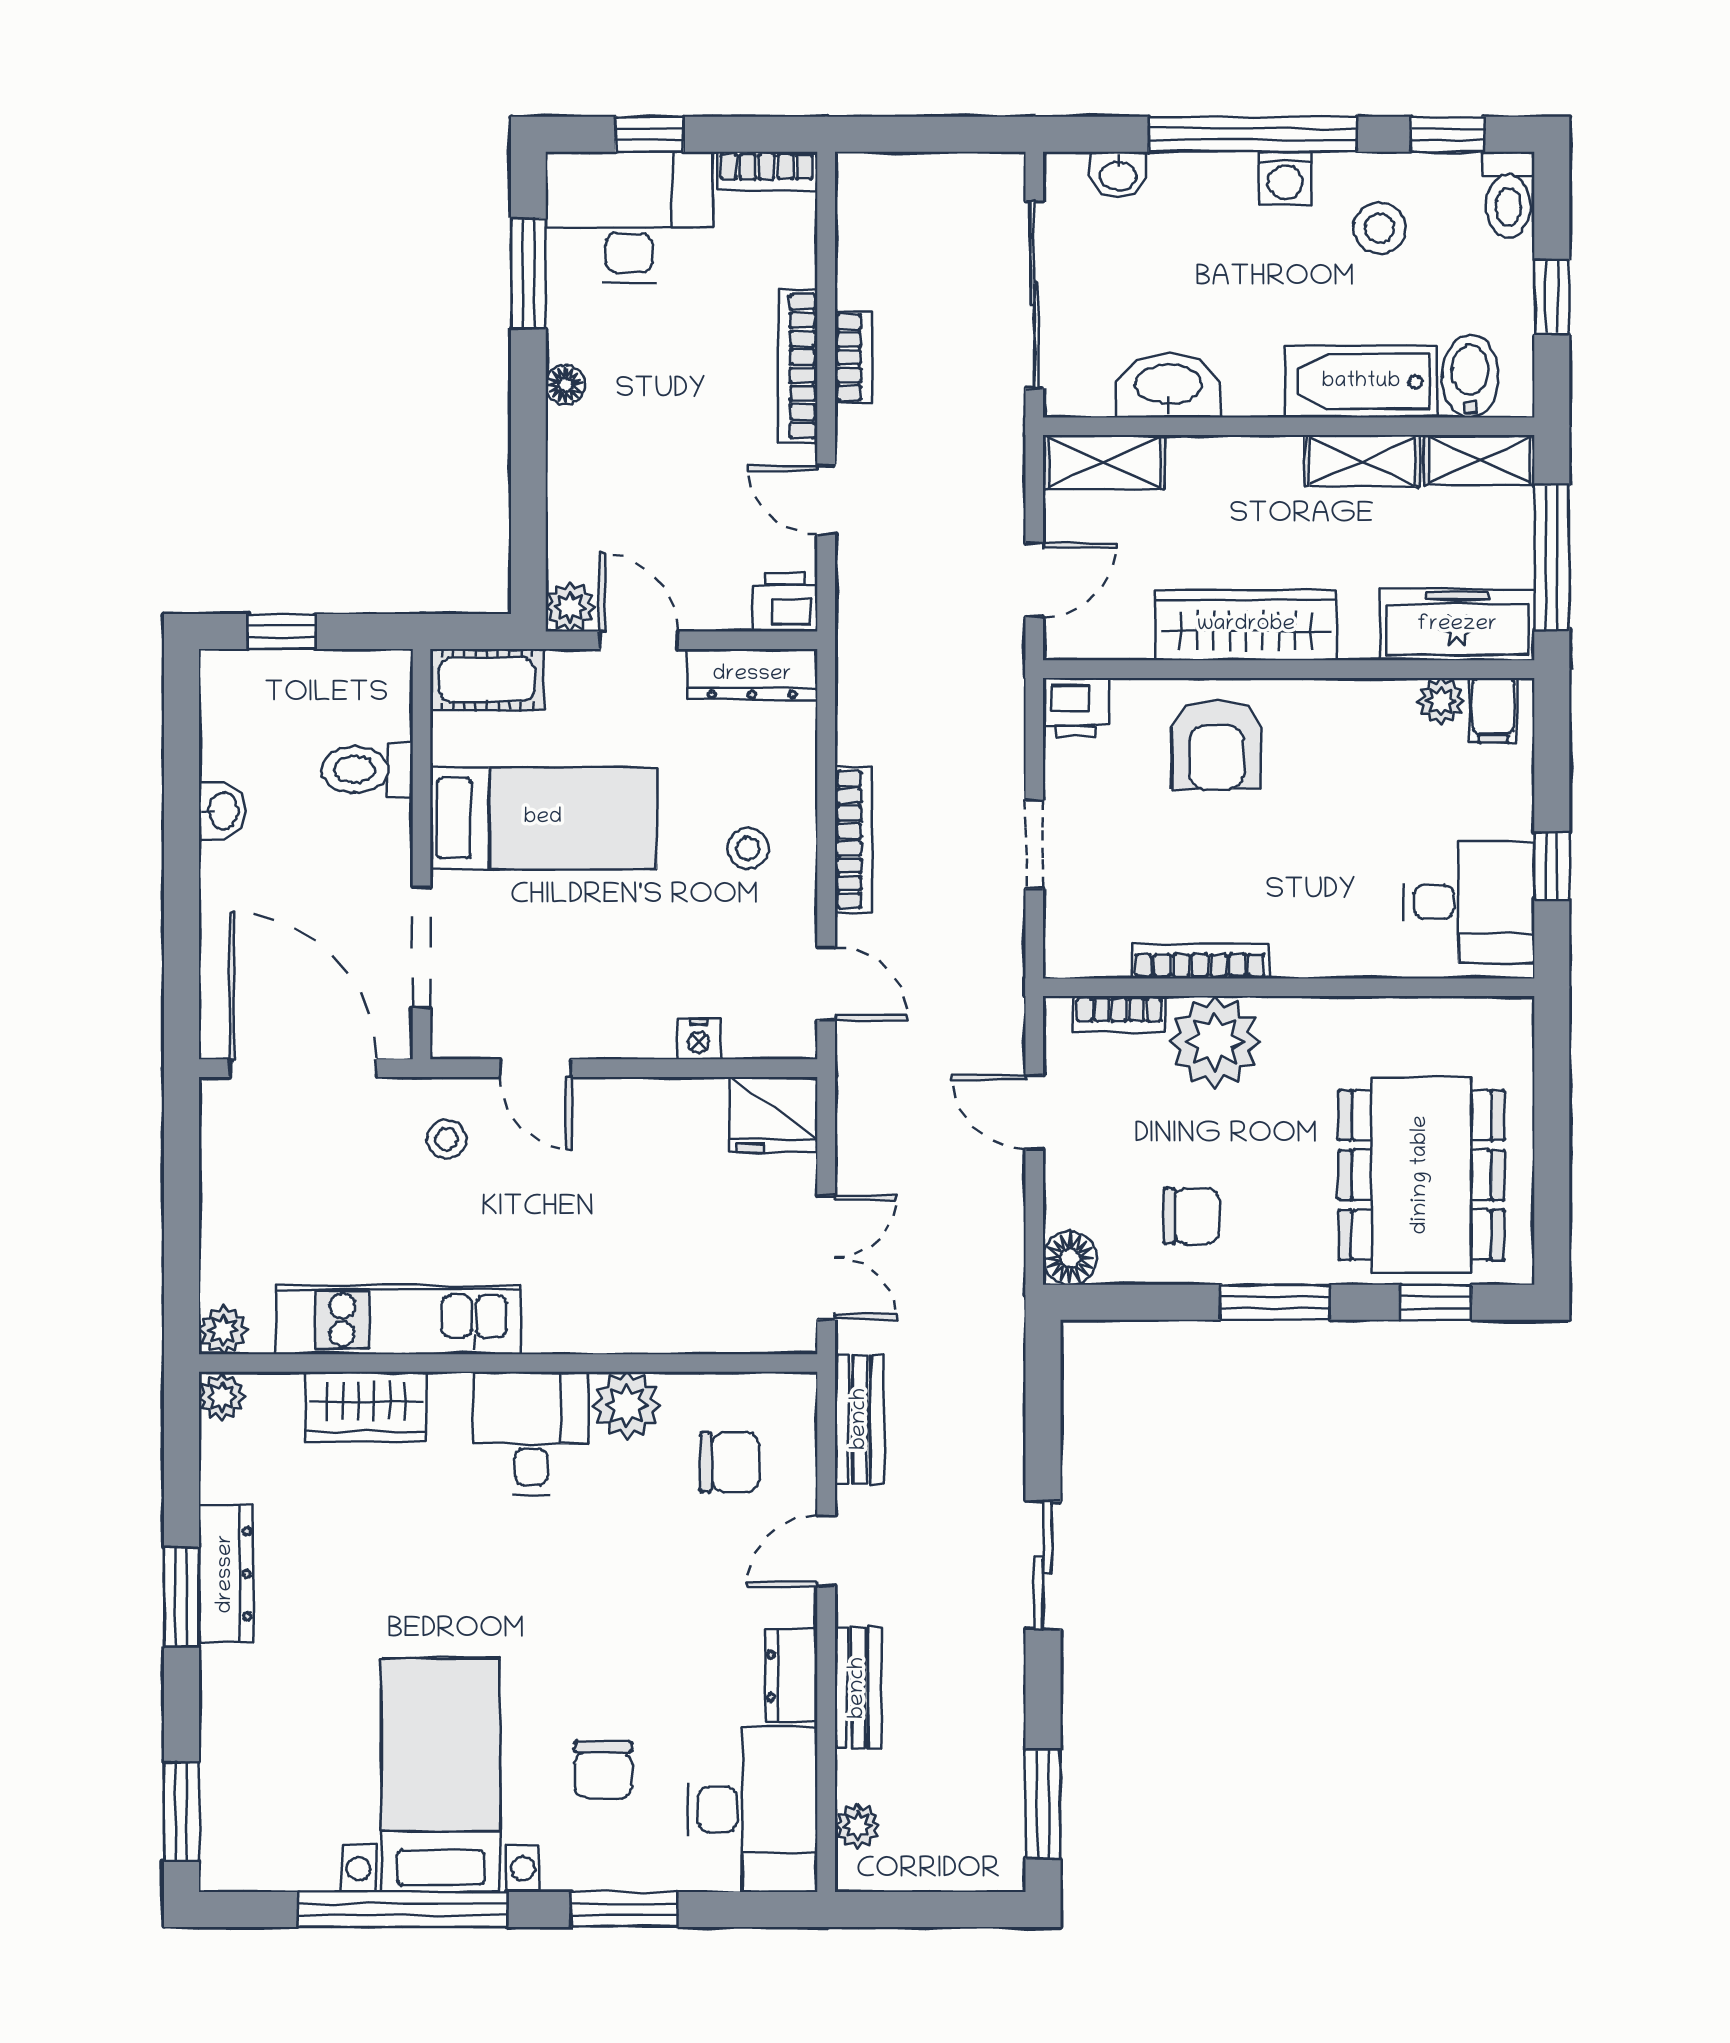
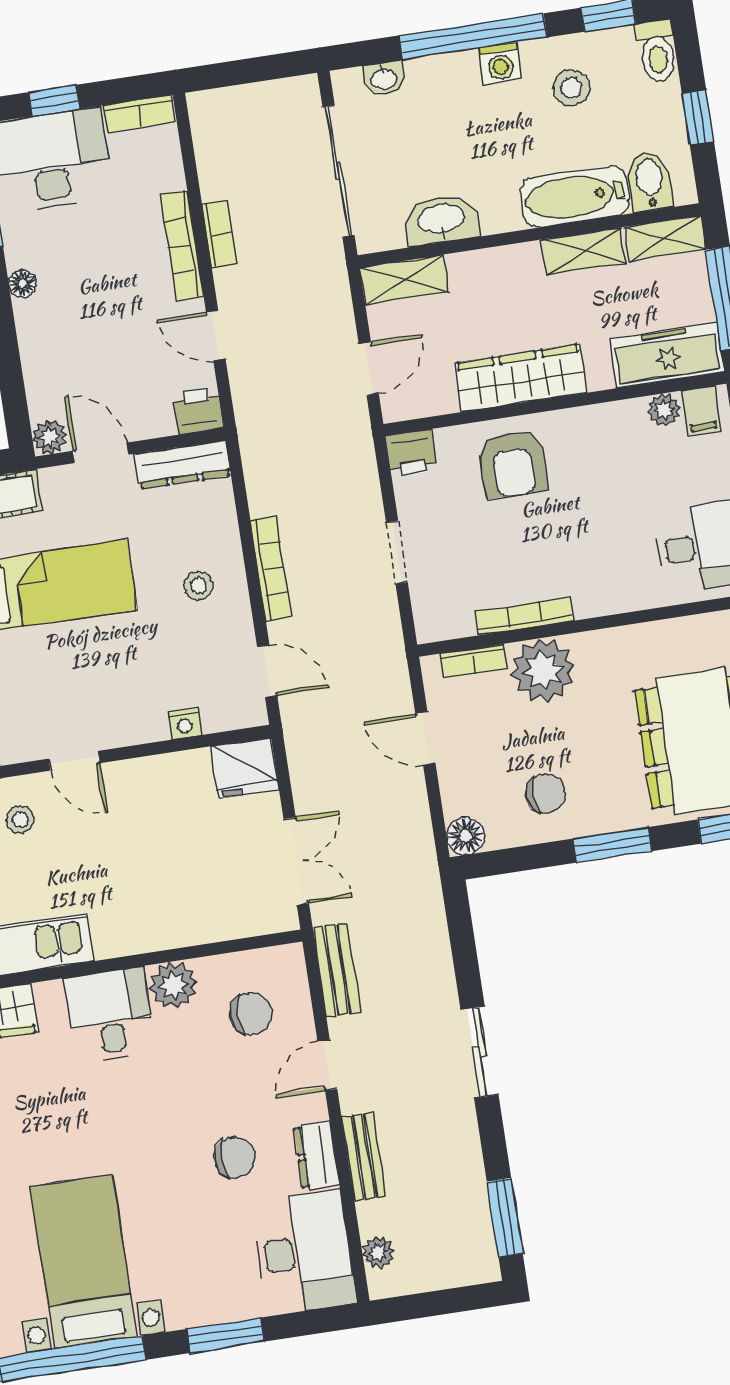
chair: (603, 1770) -> (235, 1158), moved, turned -90

